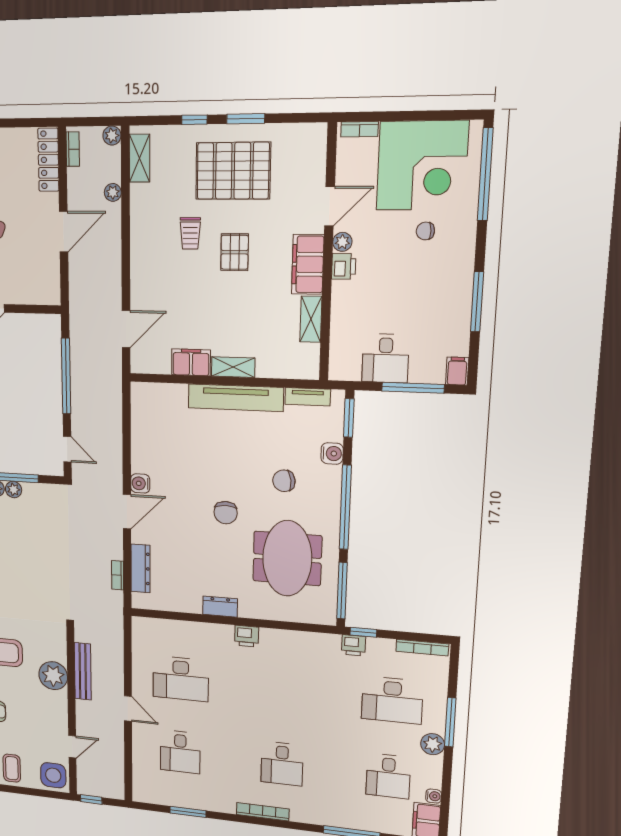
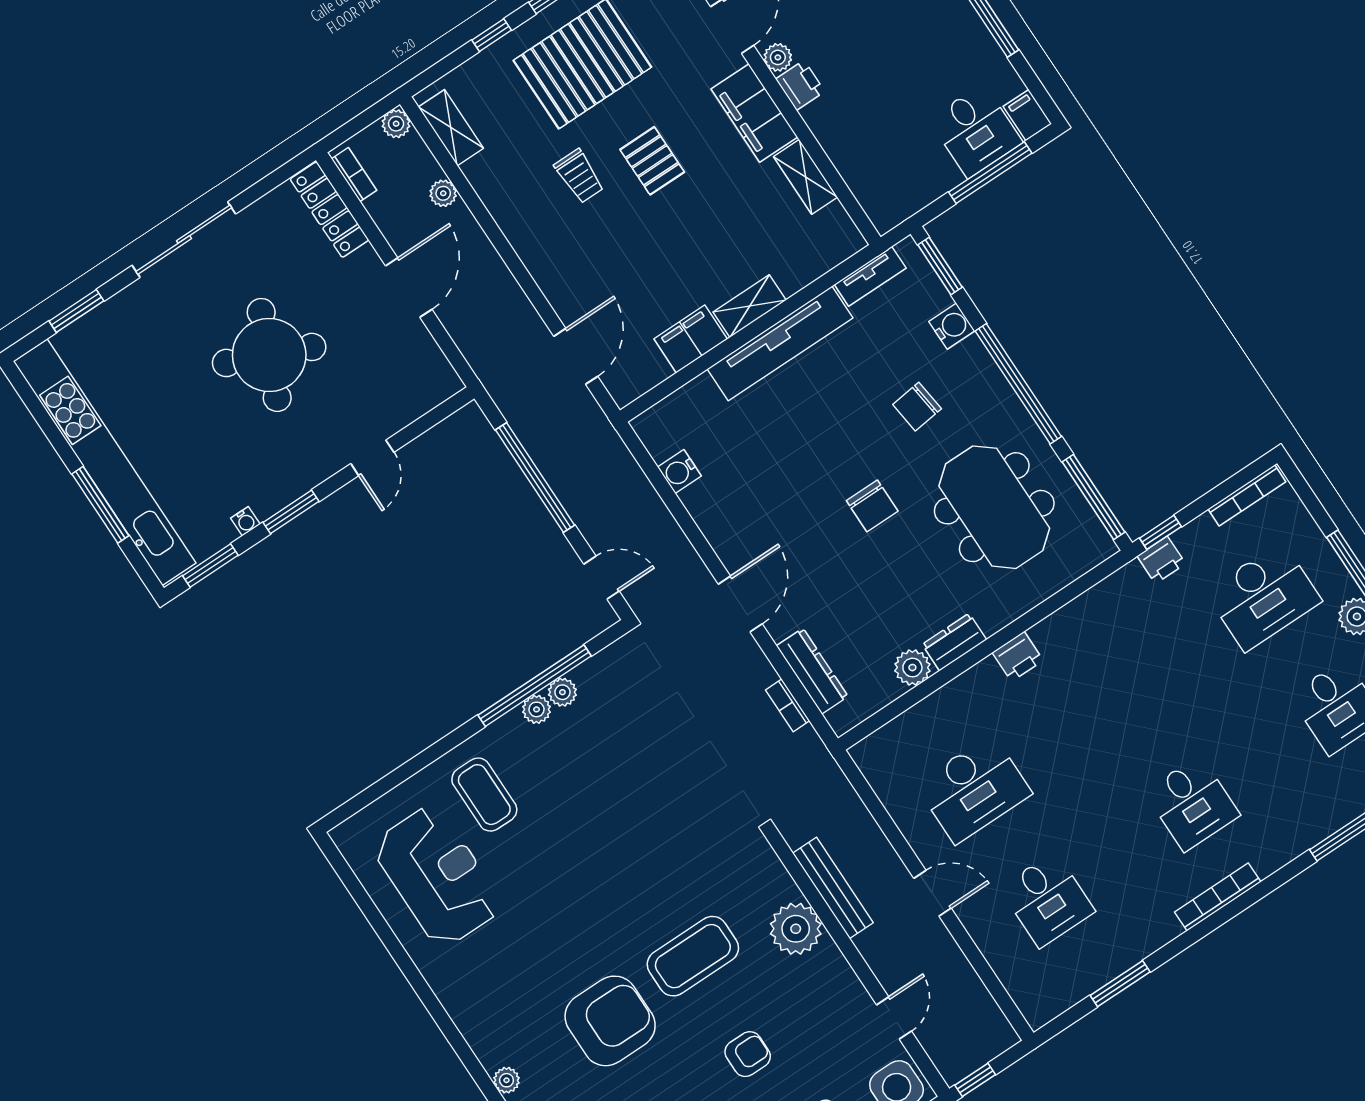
desk: (385, 358) -> (976, 131), moved
water cooler: (140, 483) -> (679, 471), moved
plant: (191, 603) -> (912, 668), added

